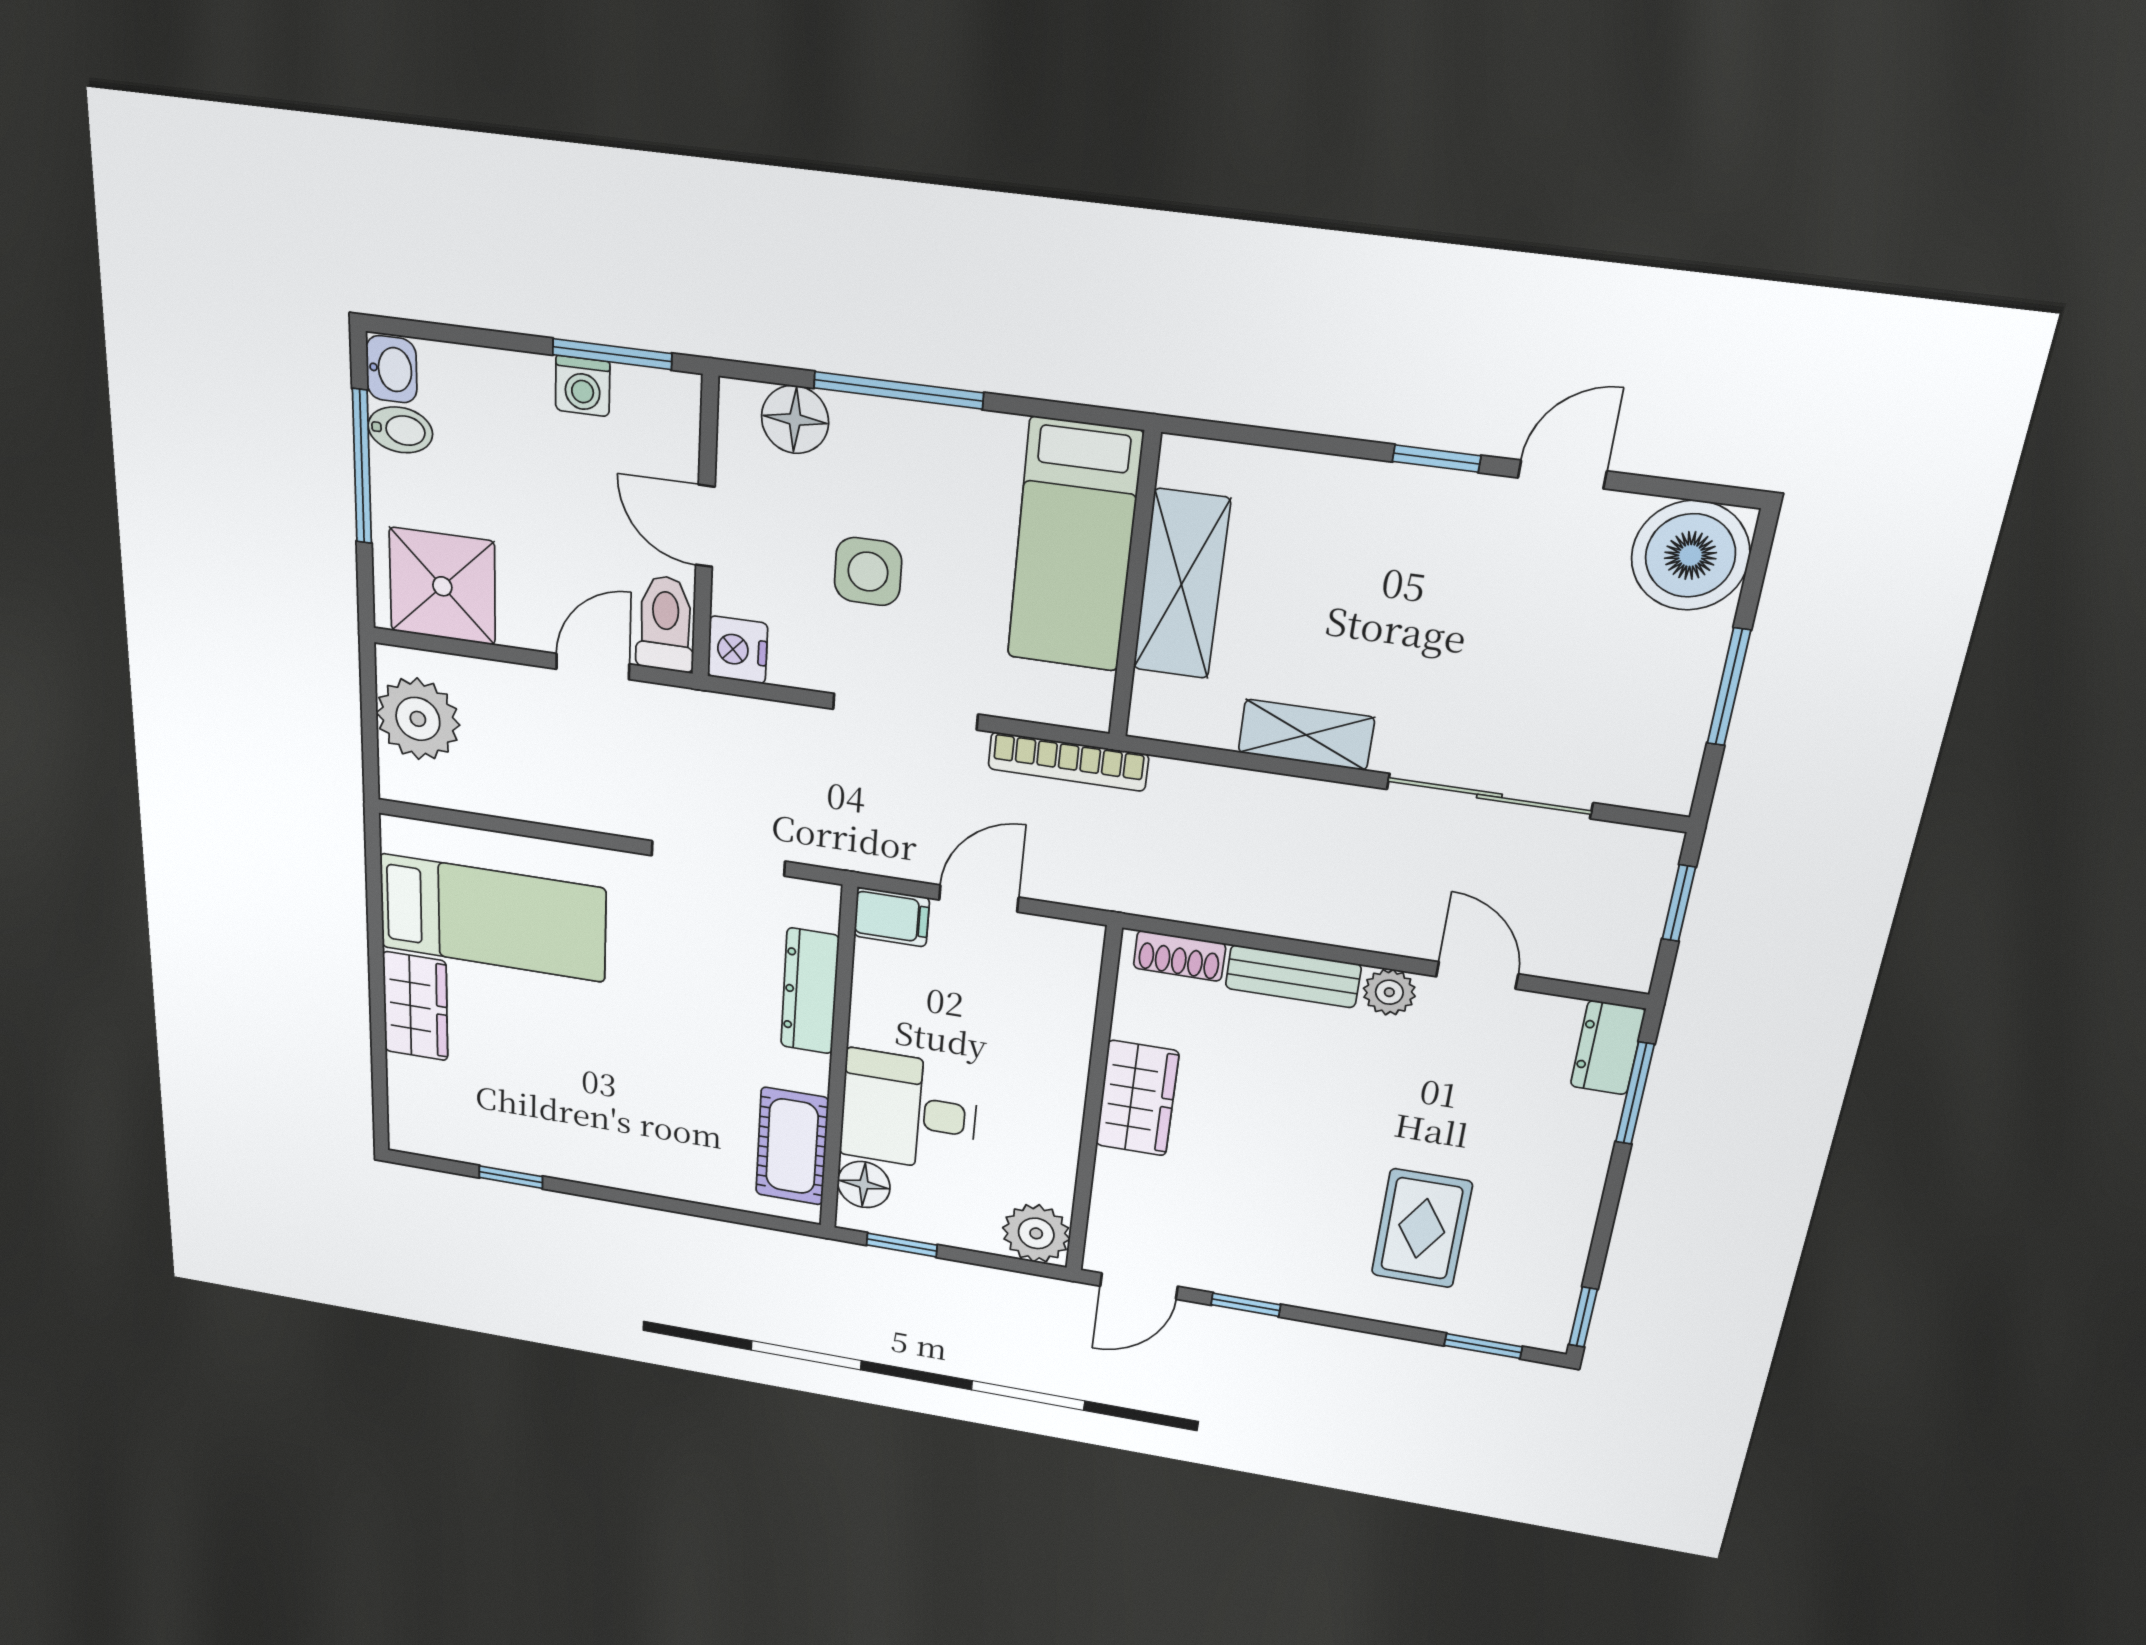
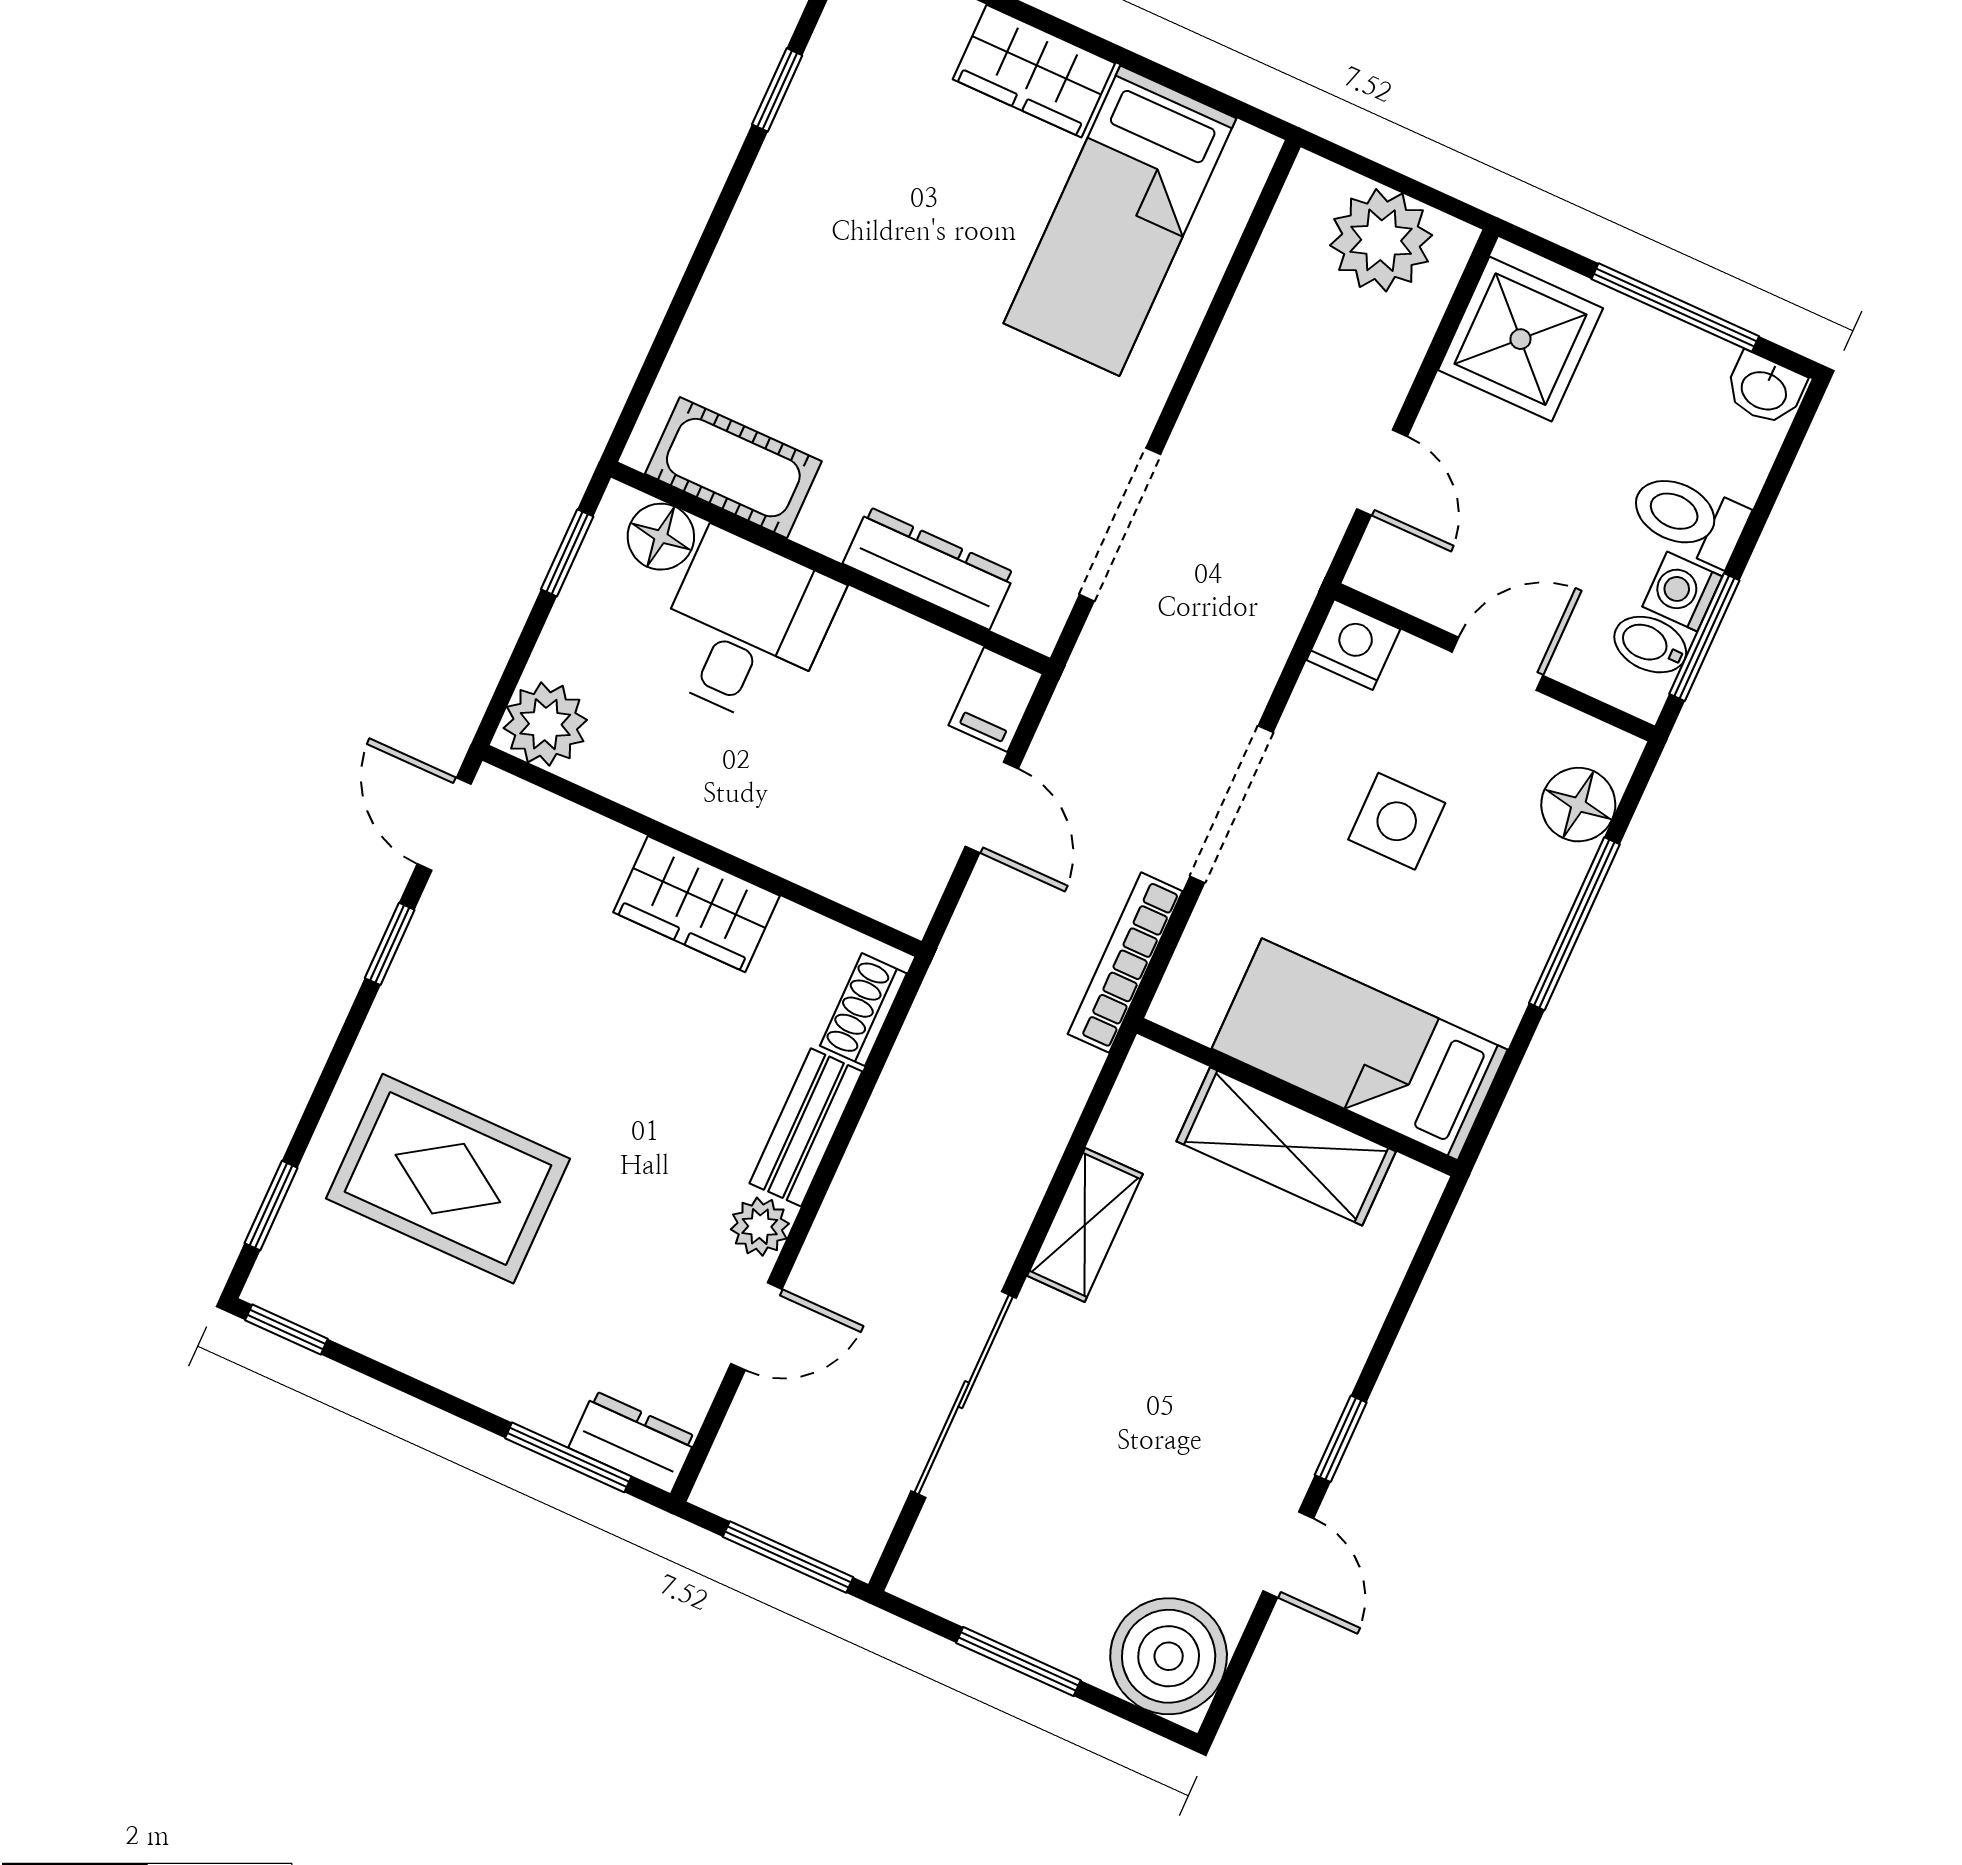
bidet: (400, 430) -> (1650, 645), moved, turned 90
toilet: (665, 624) -> (1688, 518), moved, turned 180
window: (1679, 903) -> (788, 1557), width x1.50
rug: (1422, 1228) -> (448, 1179), width x1.36, depth x1.43

